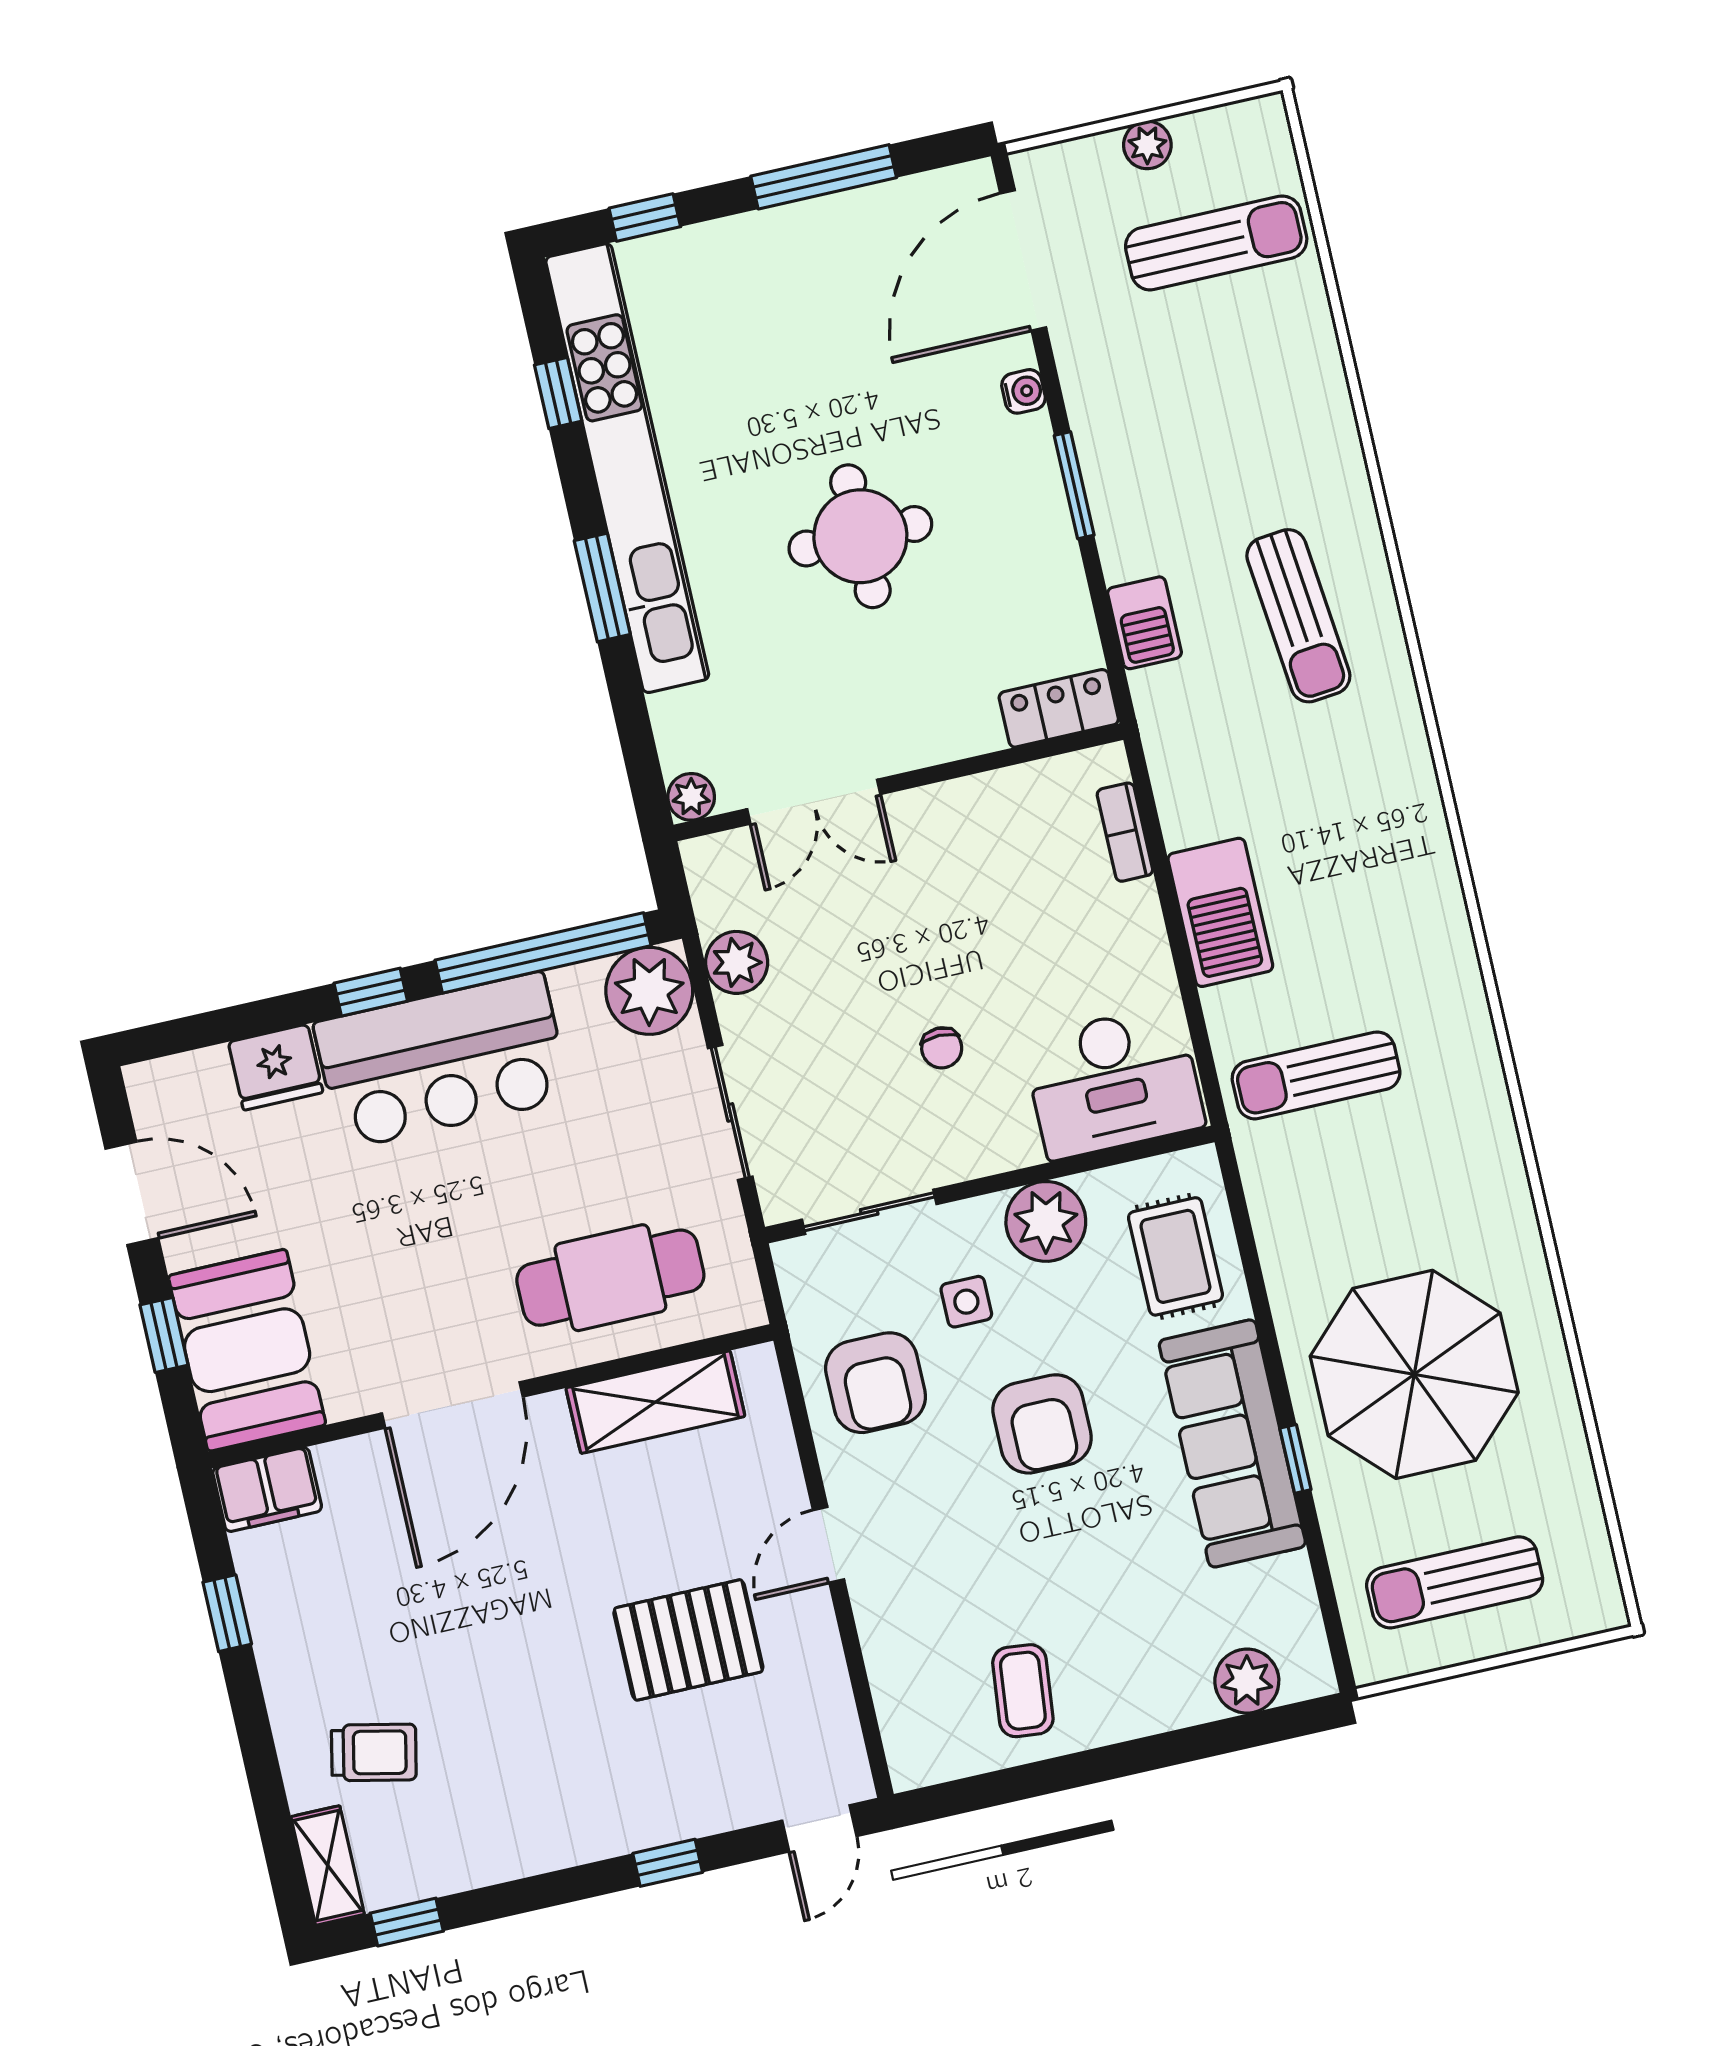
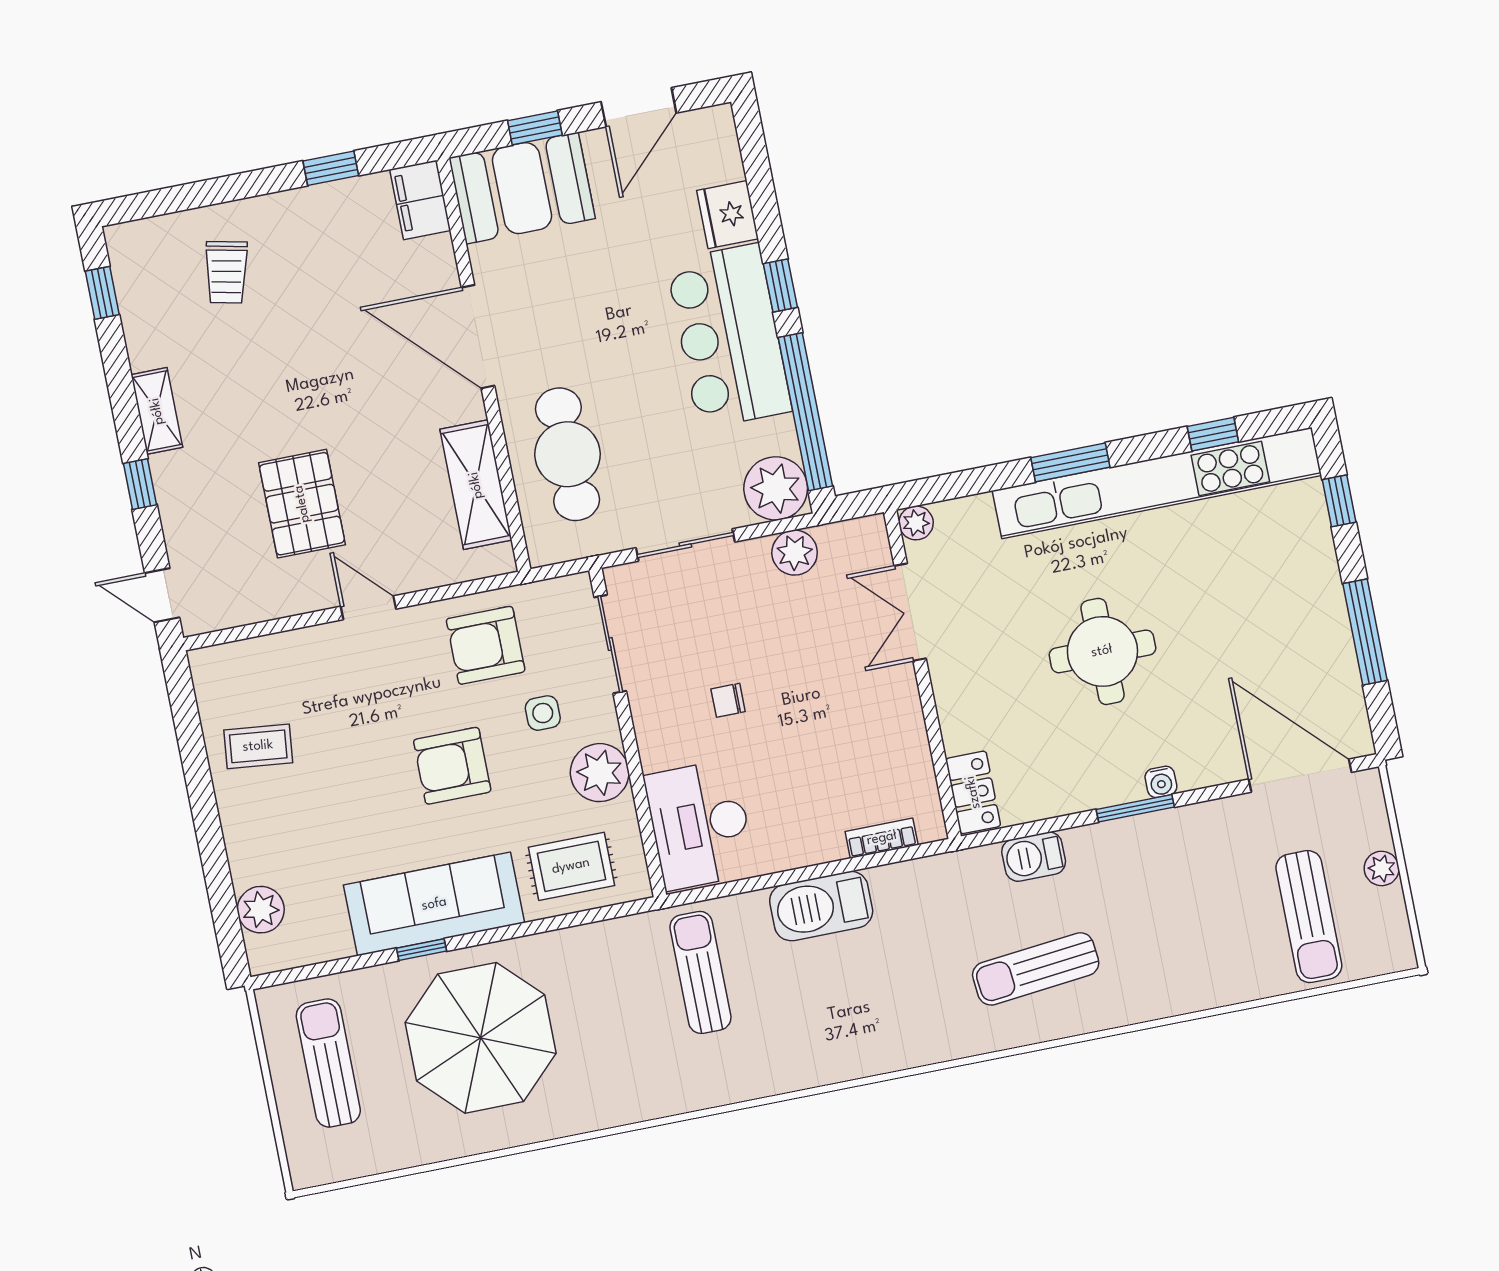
water cooler: (1024, 391) -> (1161, 782), moved
shelving: (328, 1865) -> (157, 411), moved, turned 90

